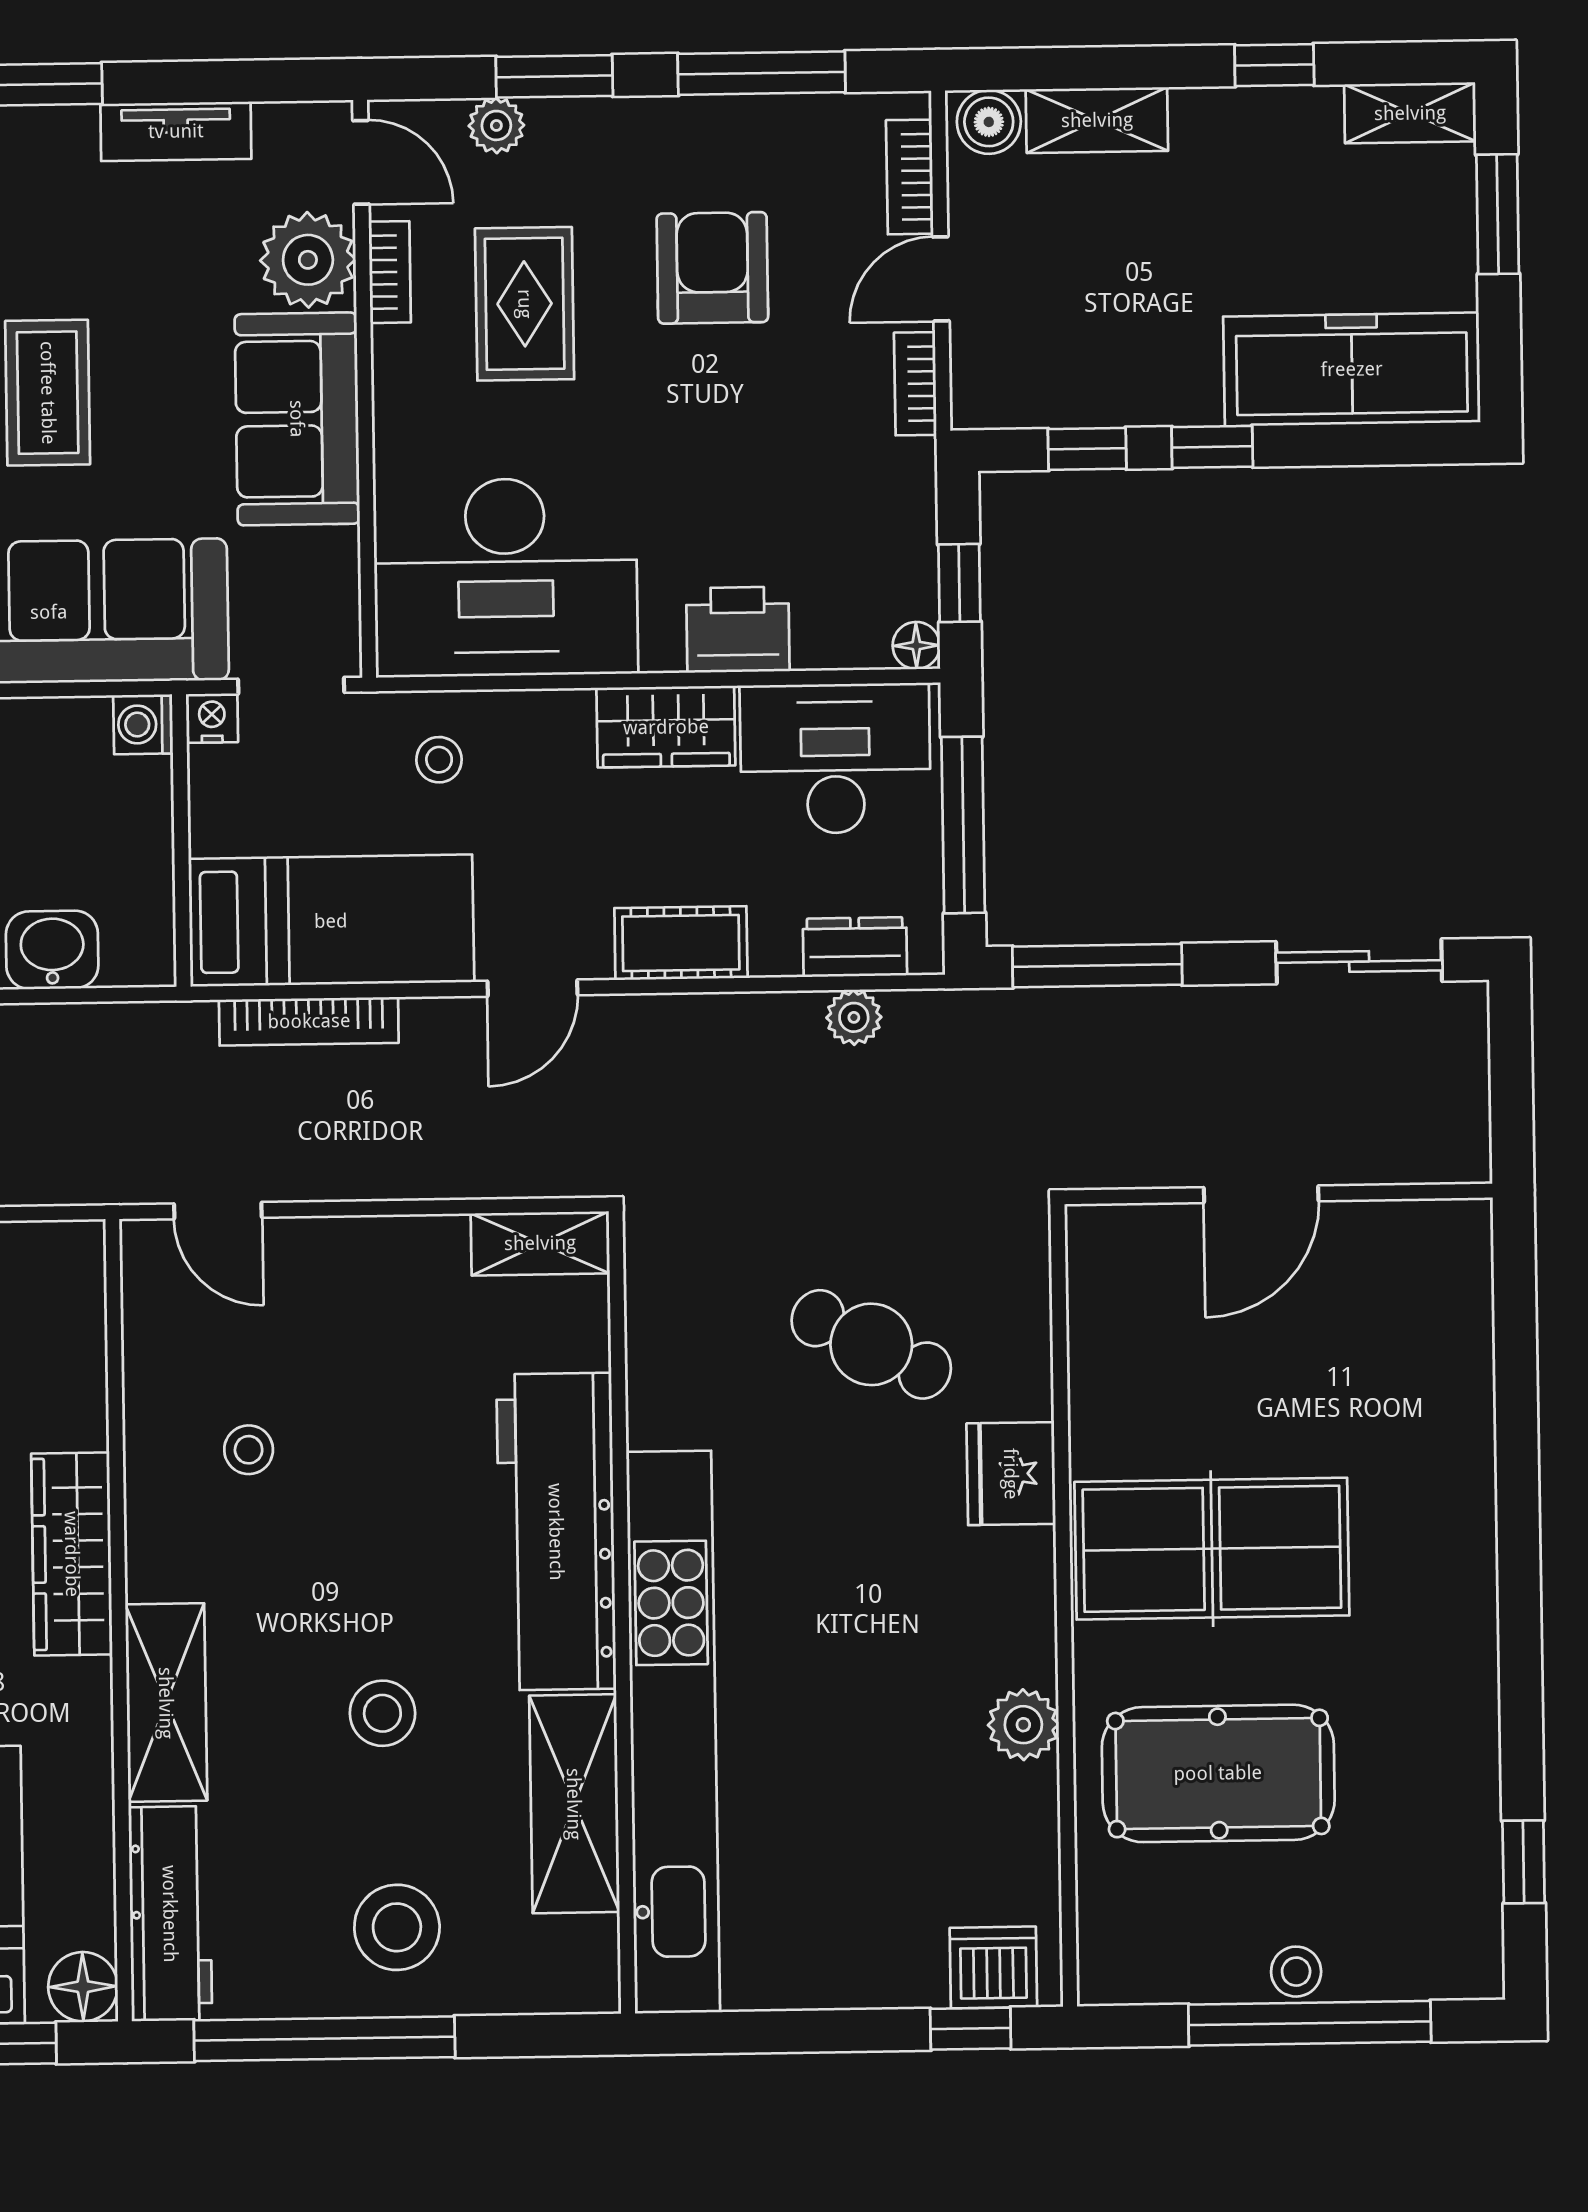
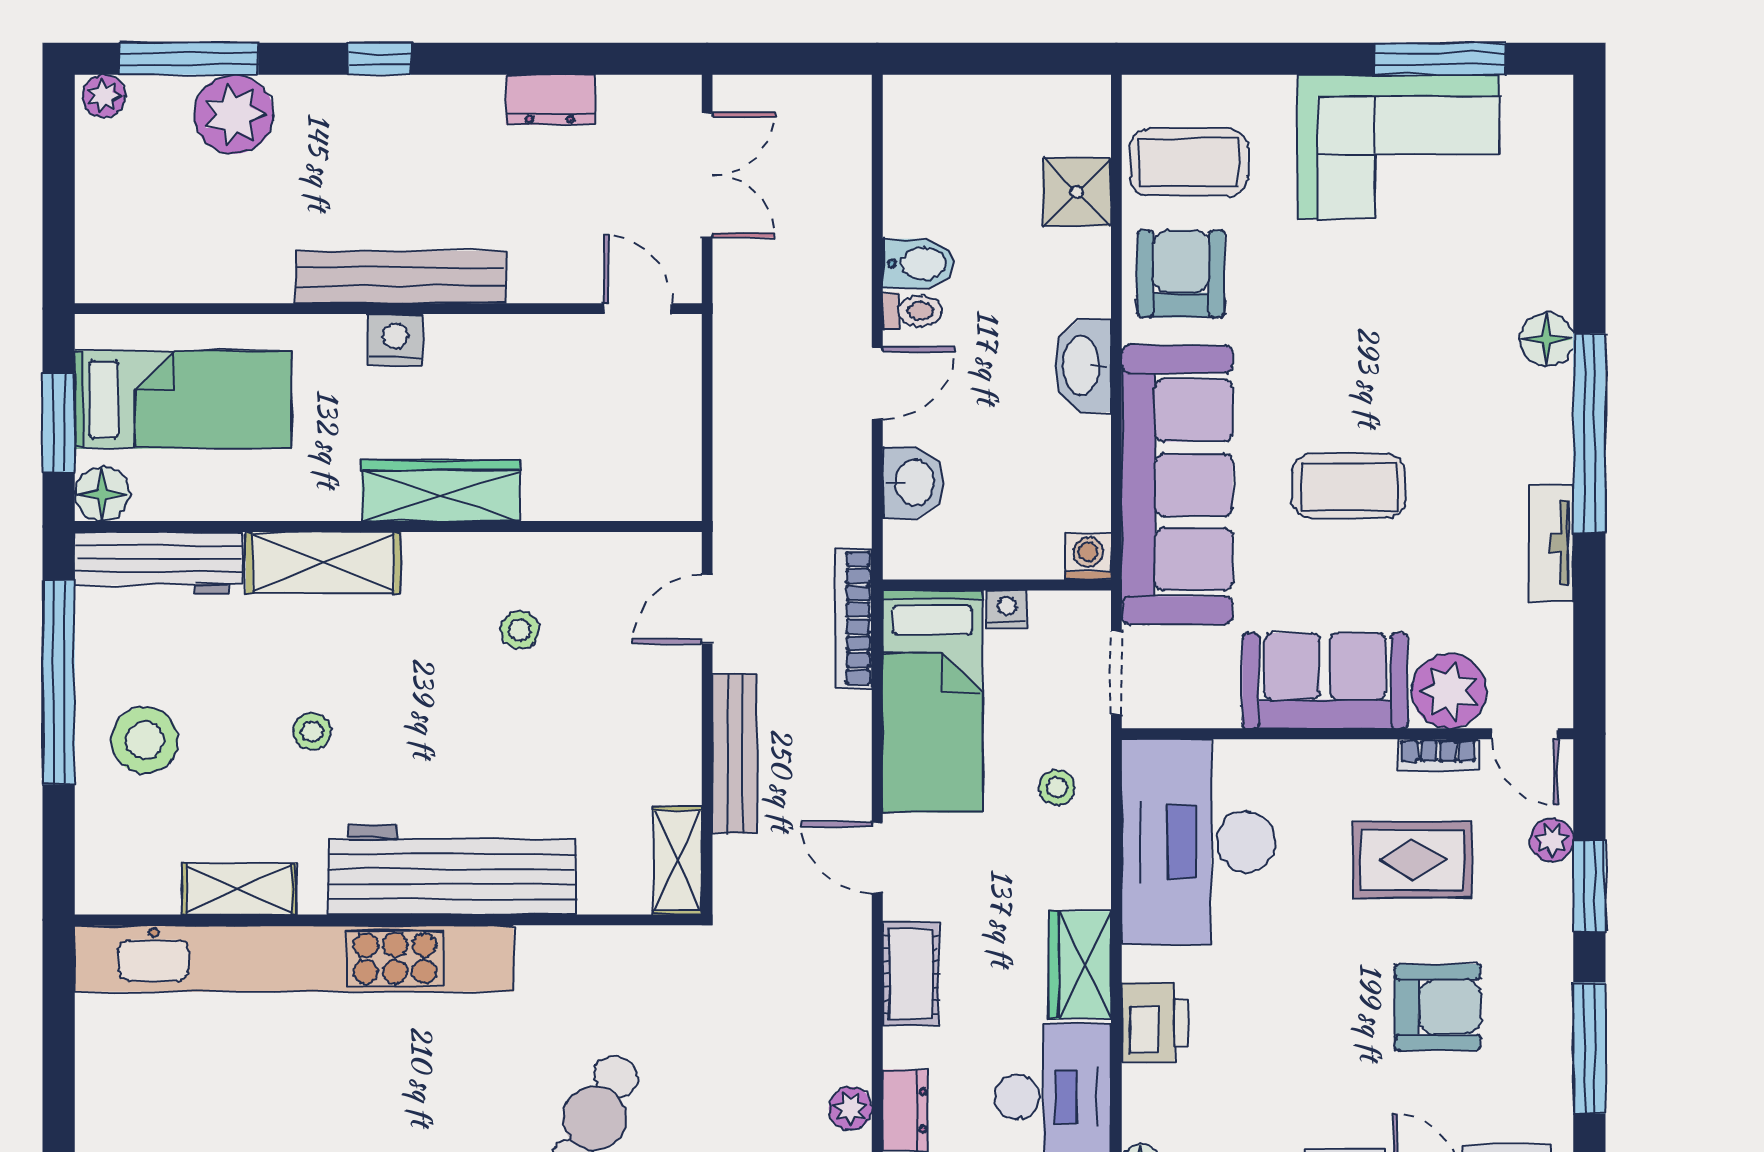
tv unit: (176, 131) -> (1551, 543), moved
door: (361, 162) -> (1525, 734), hinge flipped
nightstand: (212, 718) -> (1007, 609), moved, turned -90
bookcase: (309, 1021) -> (854, 618), moved
bench: (402, 1172) -> (735, 754), added
stool: (382, 1713) -> (312, 732), width x0.73, depth x0.73
shelving: (574, 1804) -> (239, 889), width x0.67, depth x0.75

